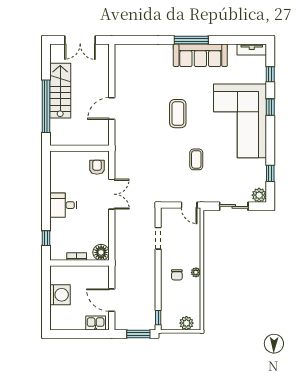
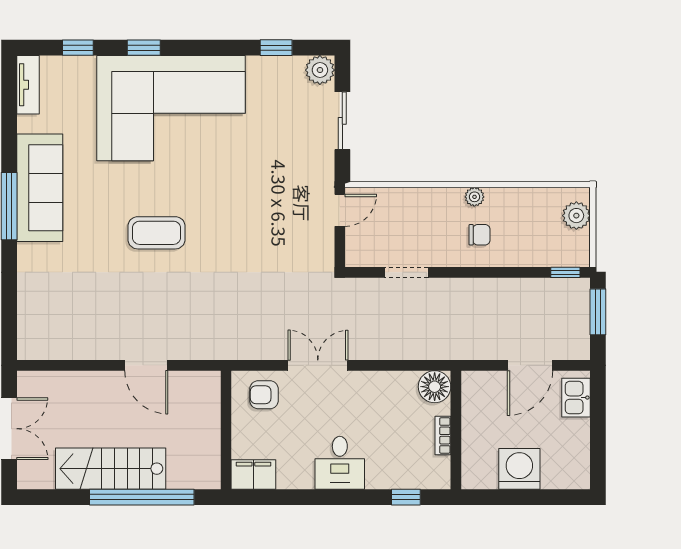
coffee table: (196, 159) -> (248, 196), removed
filing cabinet: (57, 162) -> (253, 474), added

